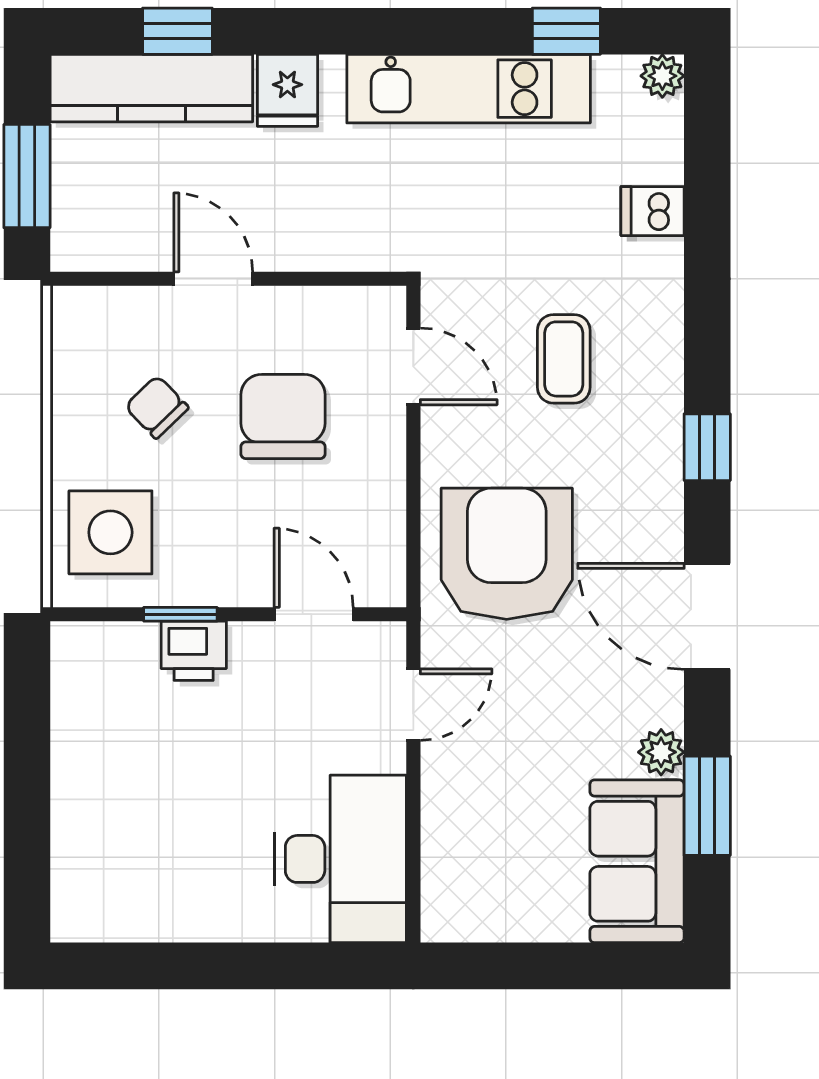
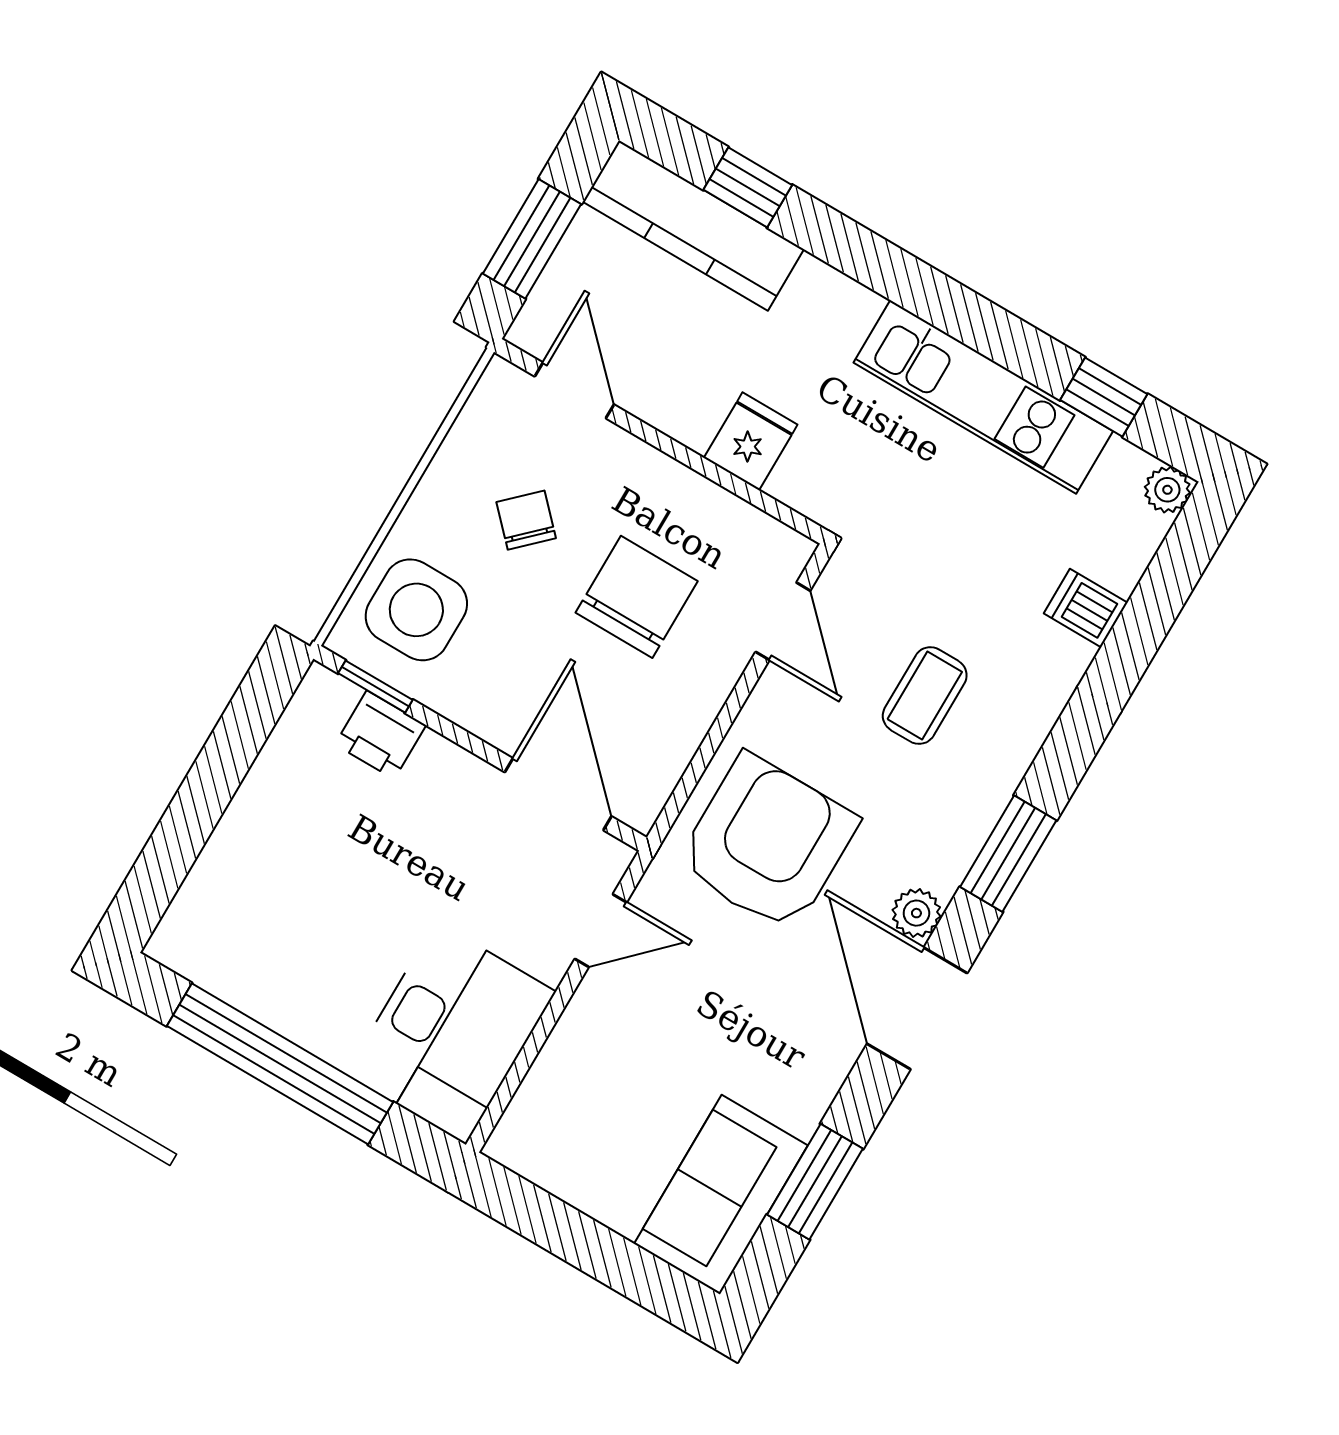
fridge: (287, 90) -> (751, 441), moved, turned 180
door: (213, 279) -> (574, 390), moved
window: (707, 447) -> (1008, 854), width x1.50
window: (180, 614) -> (375, 687), moved
door: (314, 614) -> (558, 794), width x1.38
printer: (194, 651) -> (380, 735), moved
plant: (661, 752) -> (916, 913), moved
window: (217, 966) -> (280, 1064), added

